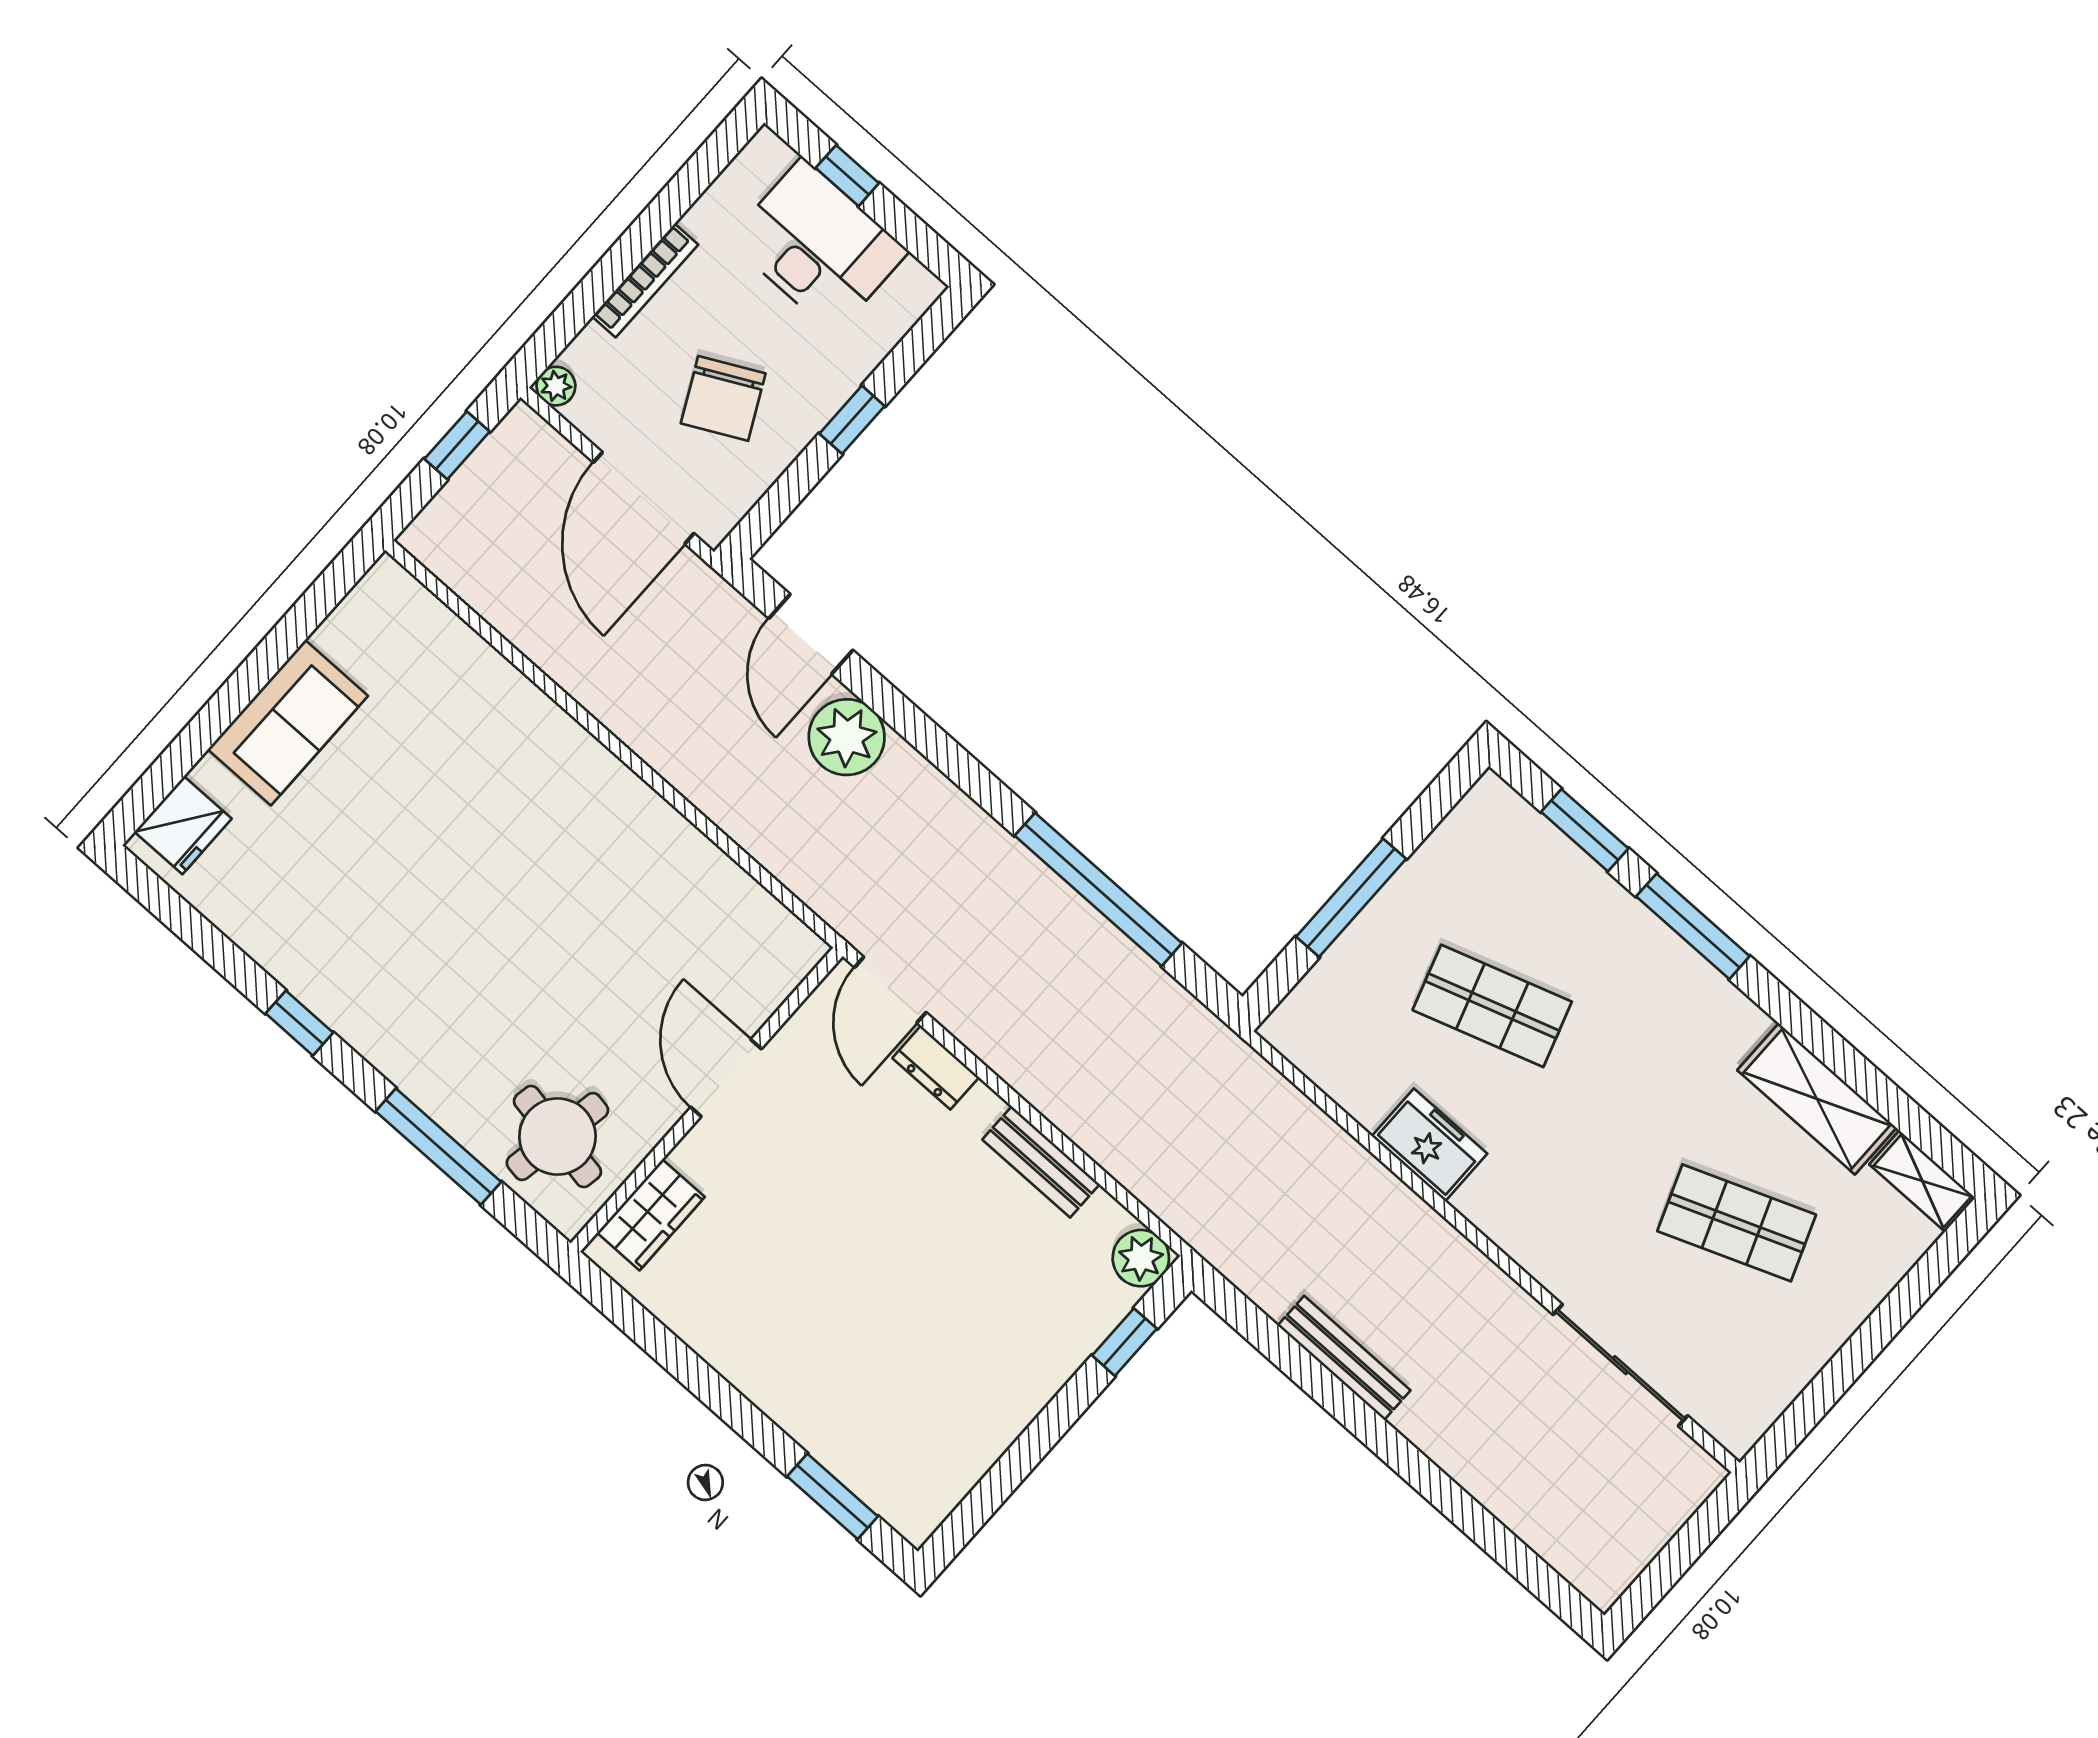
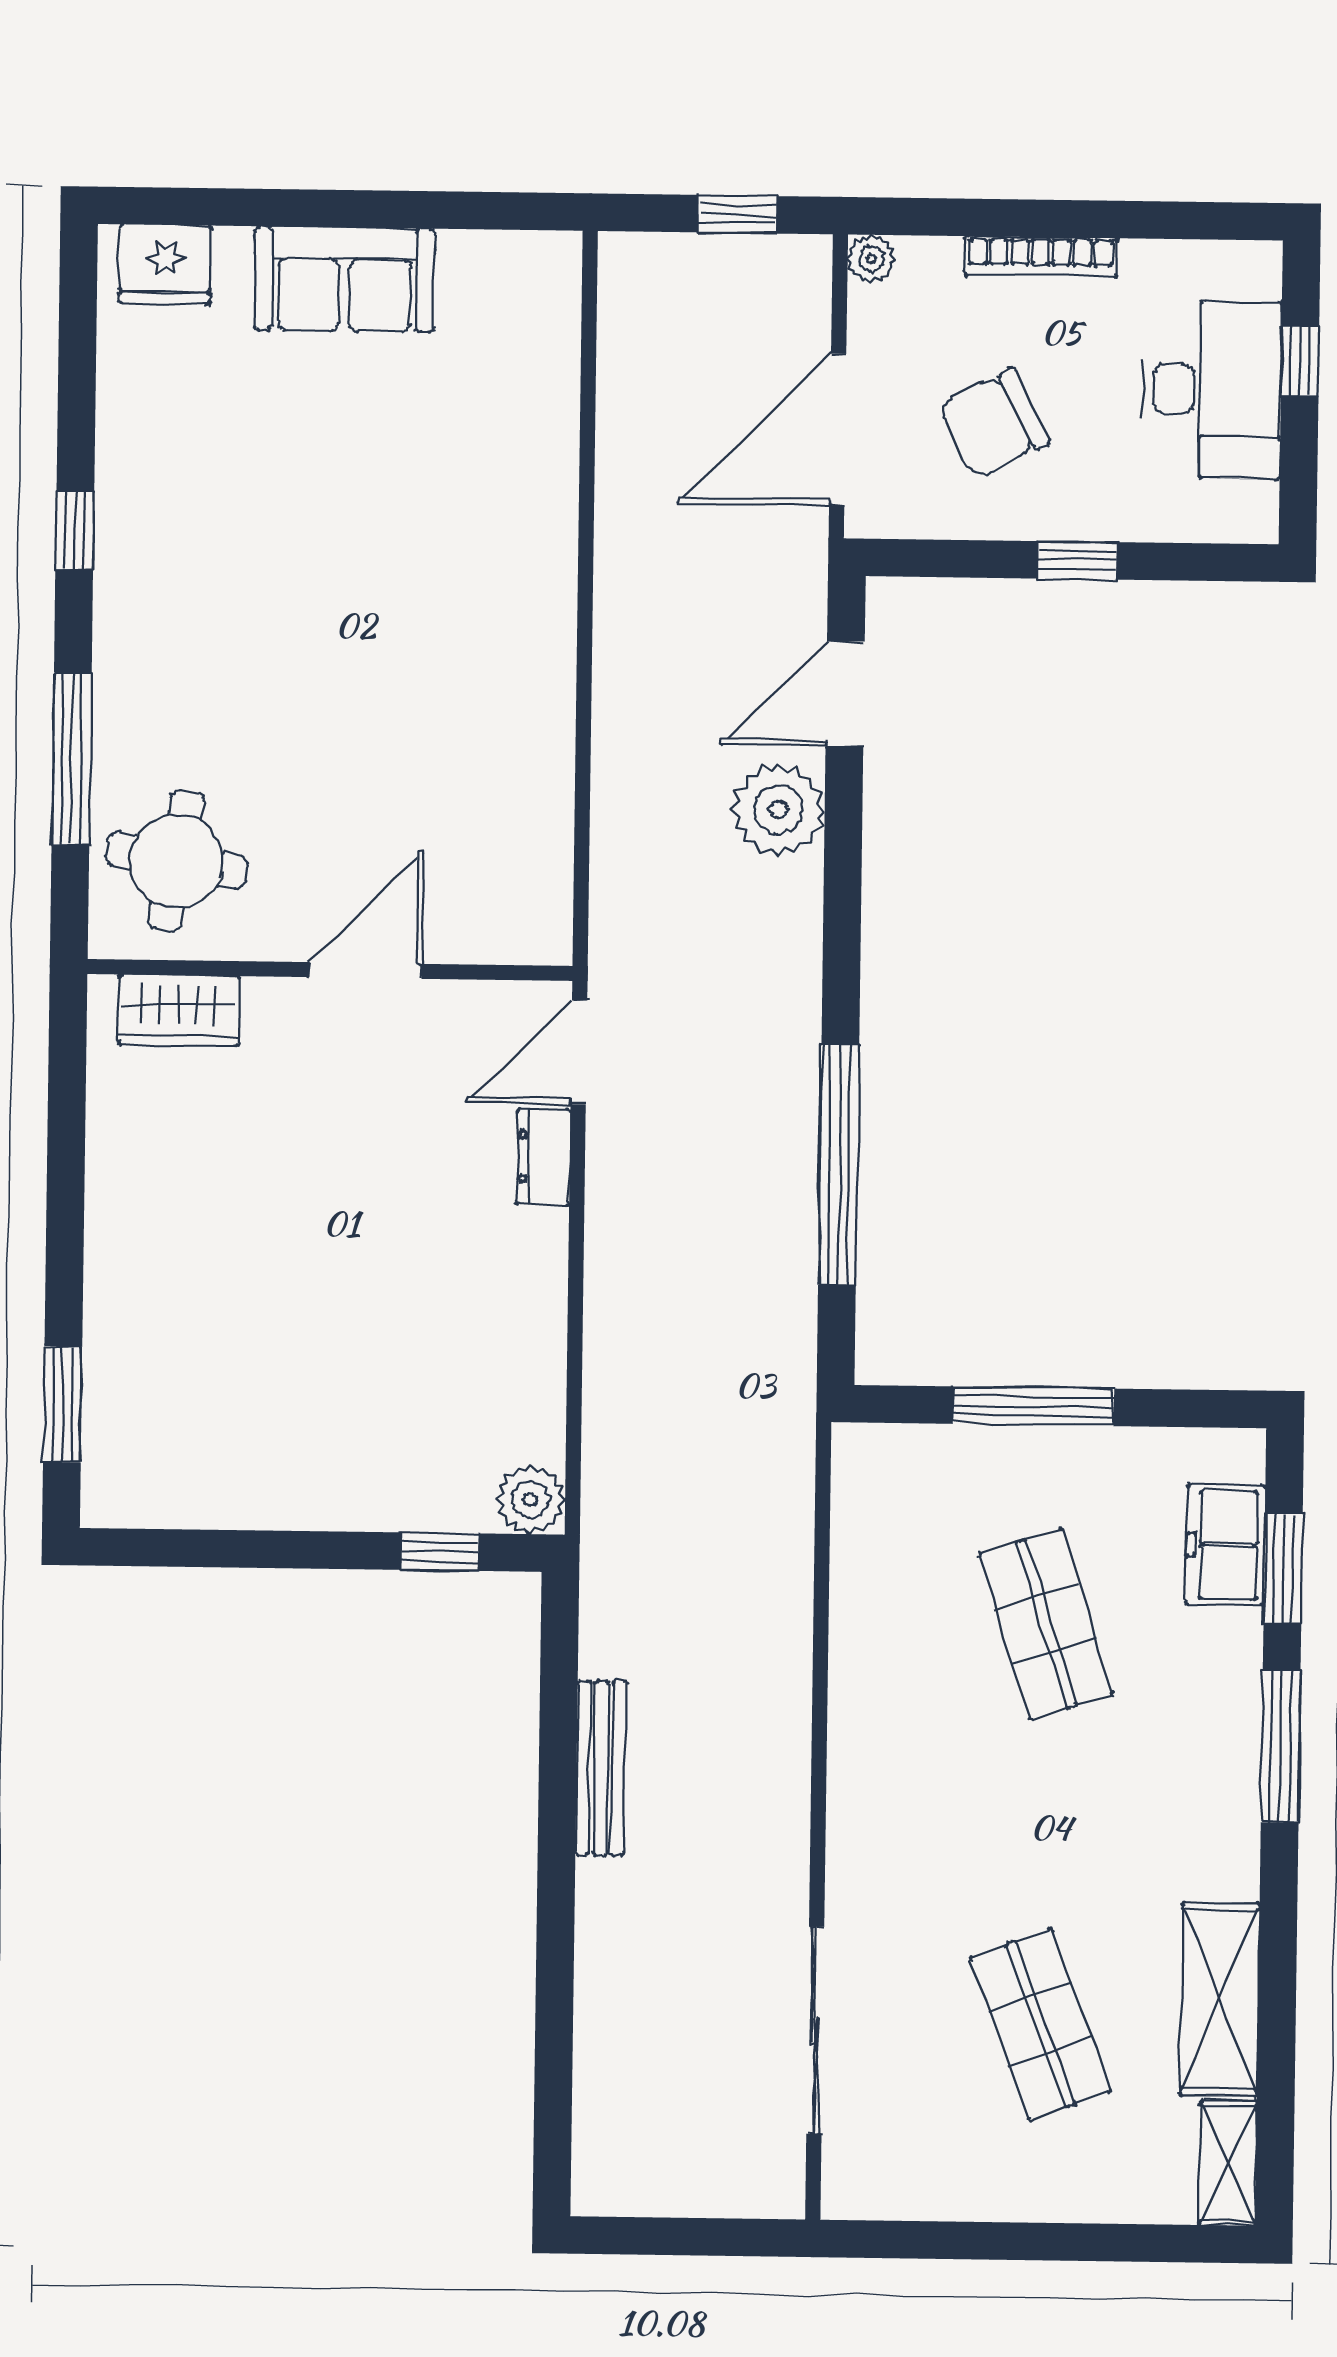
freezer: (1430, 1145) -> (1226, 1545), moved, turned 180
bench: (1041, 1162) -> (540, 1330), removed

